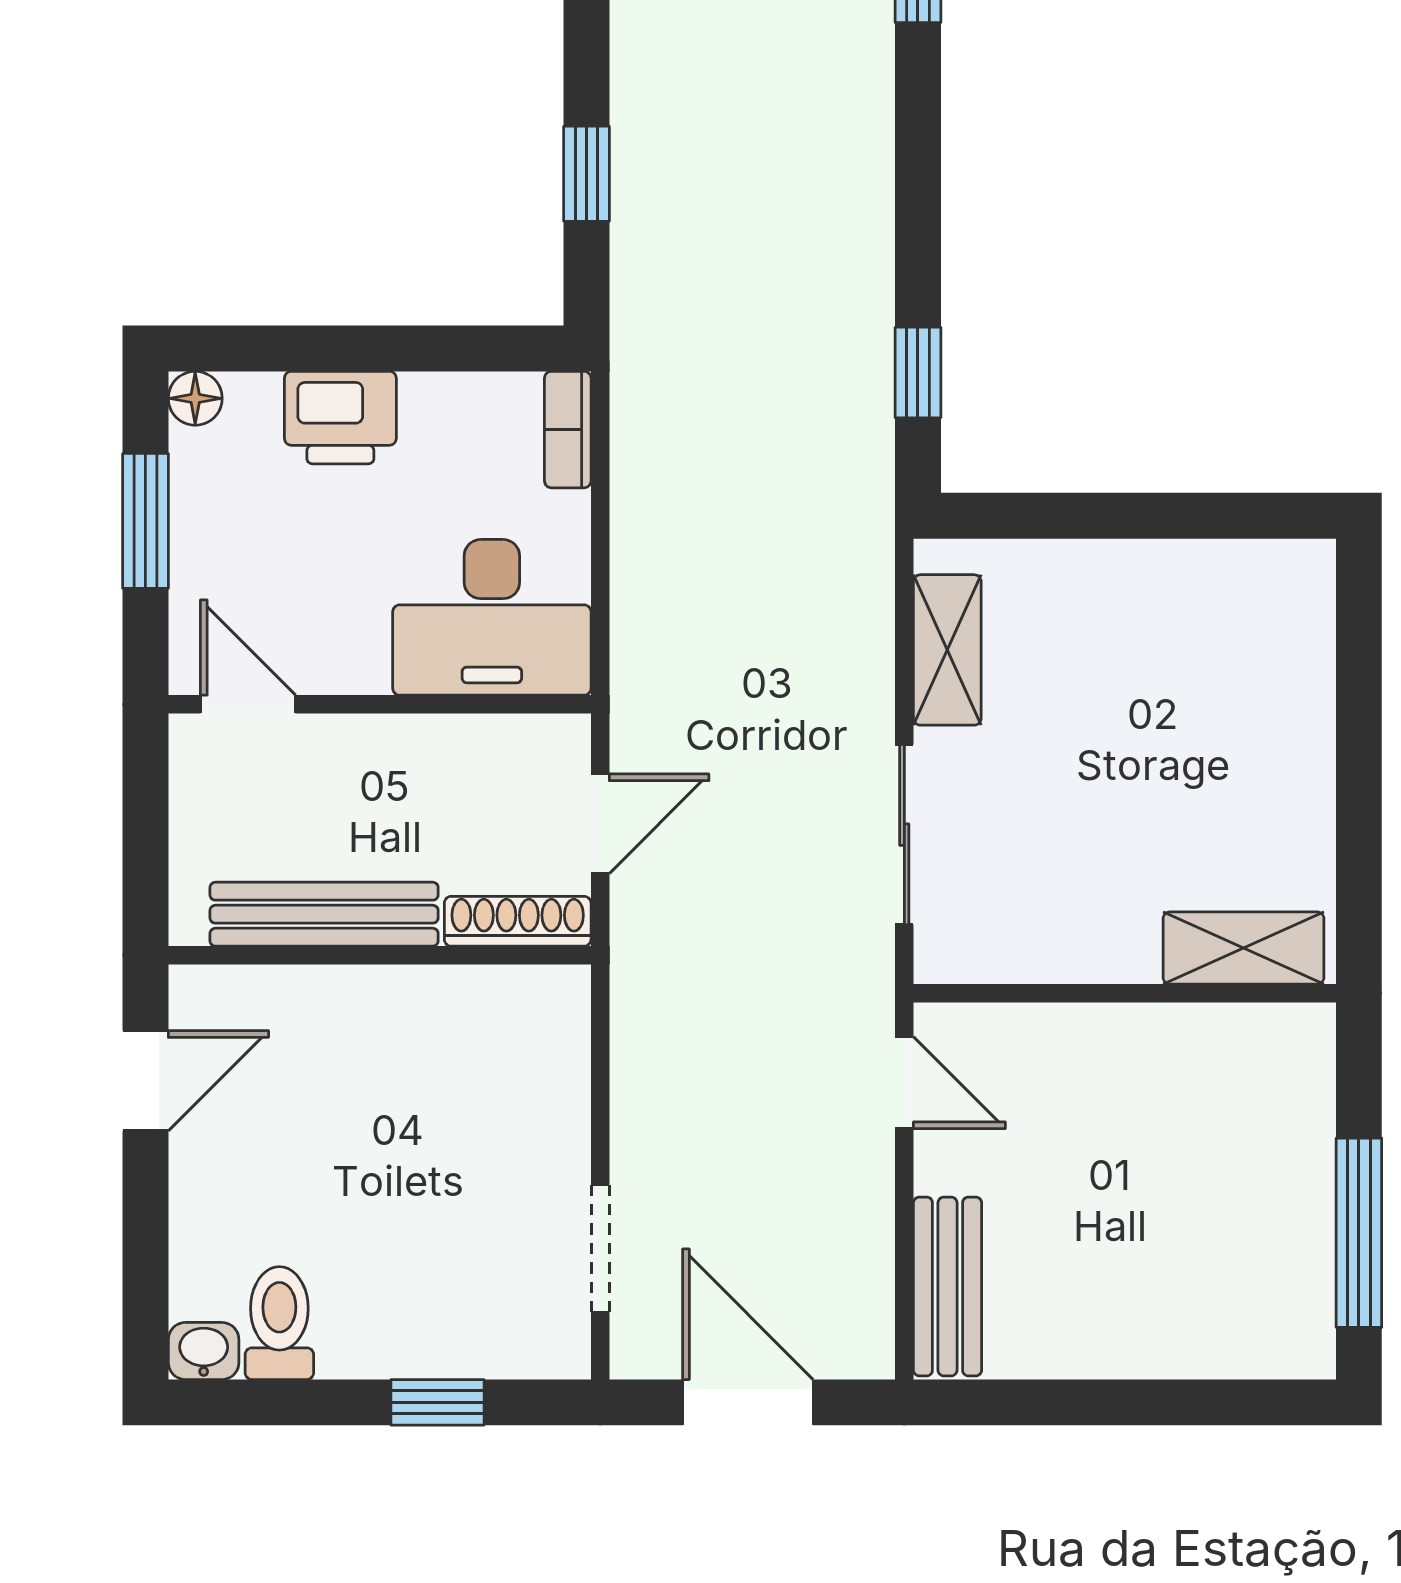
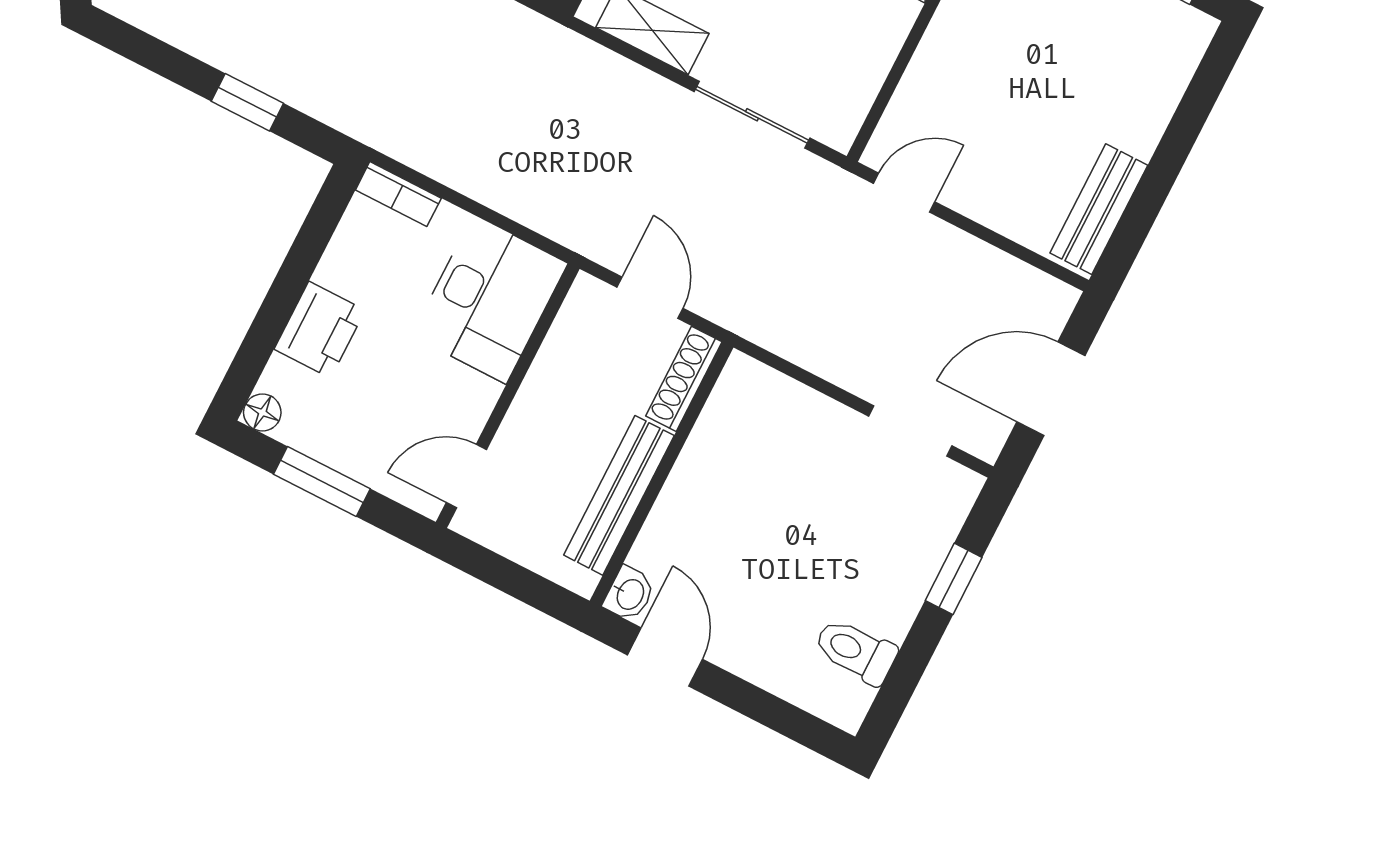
bench: (948, 1286) -> (1099, 209), moved, turned 90
washbasin: (204, 1351) -> (629, 594), moved, turned 180

